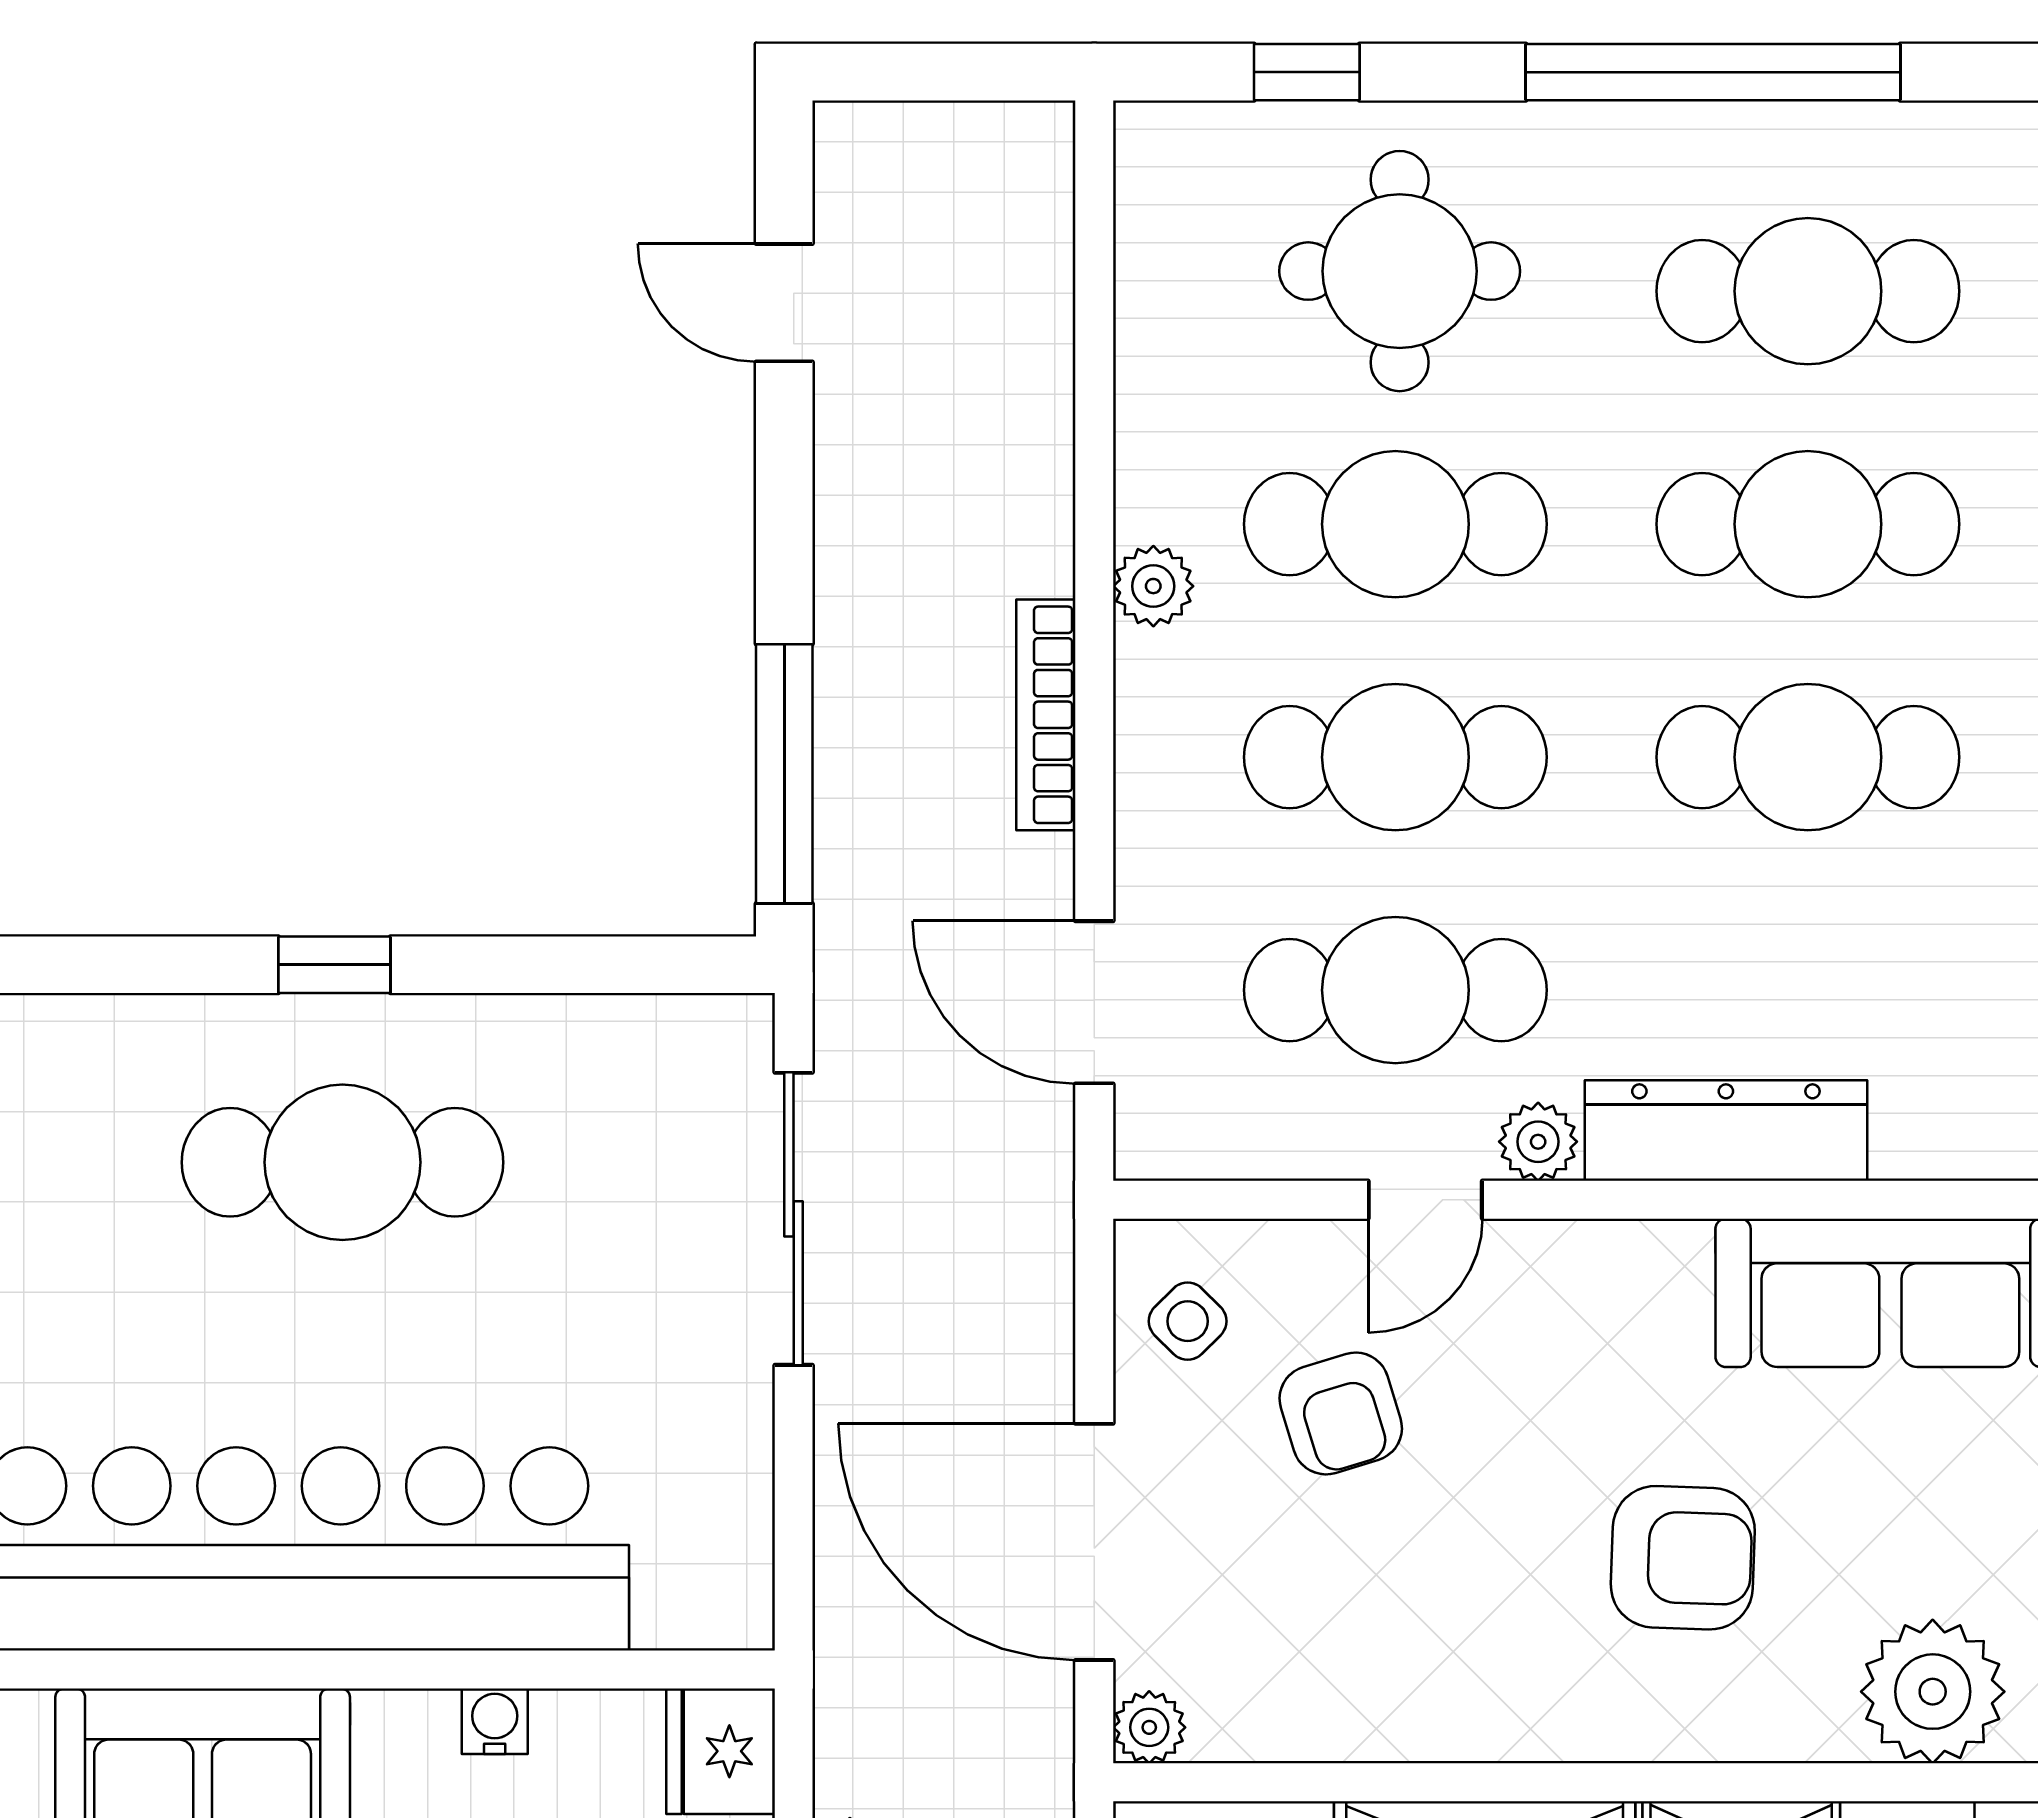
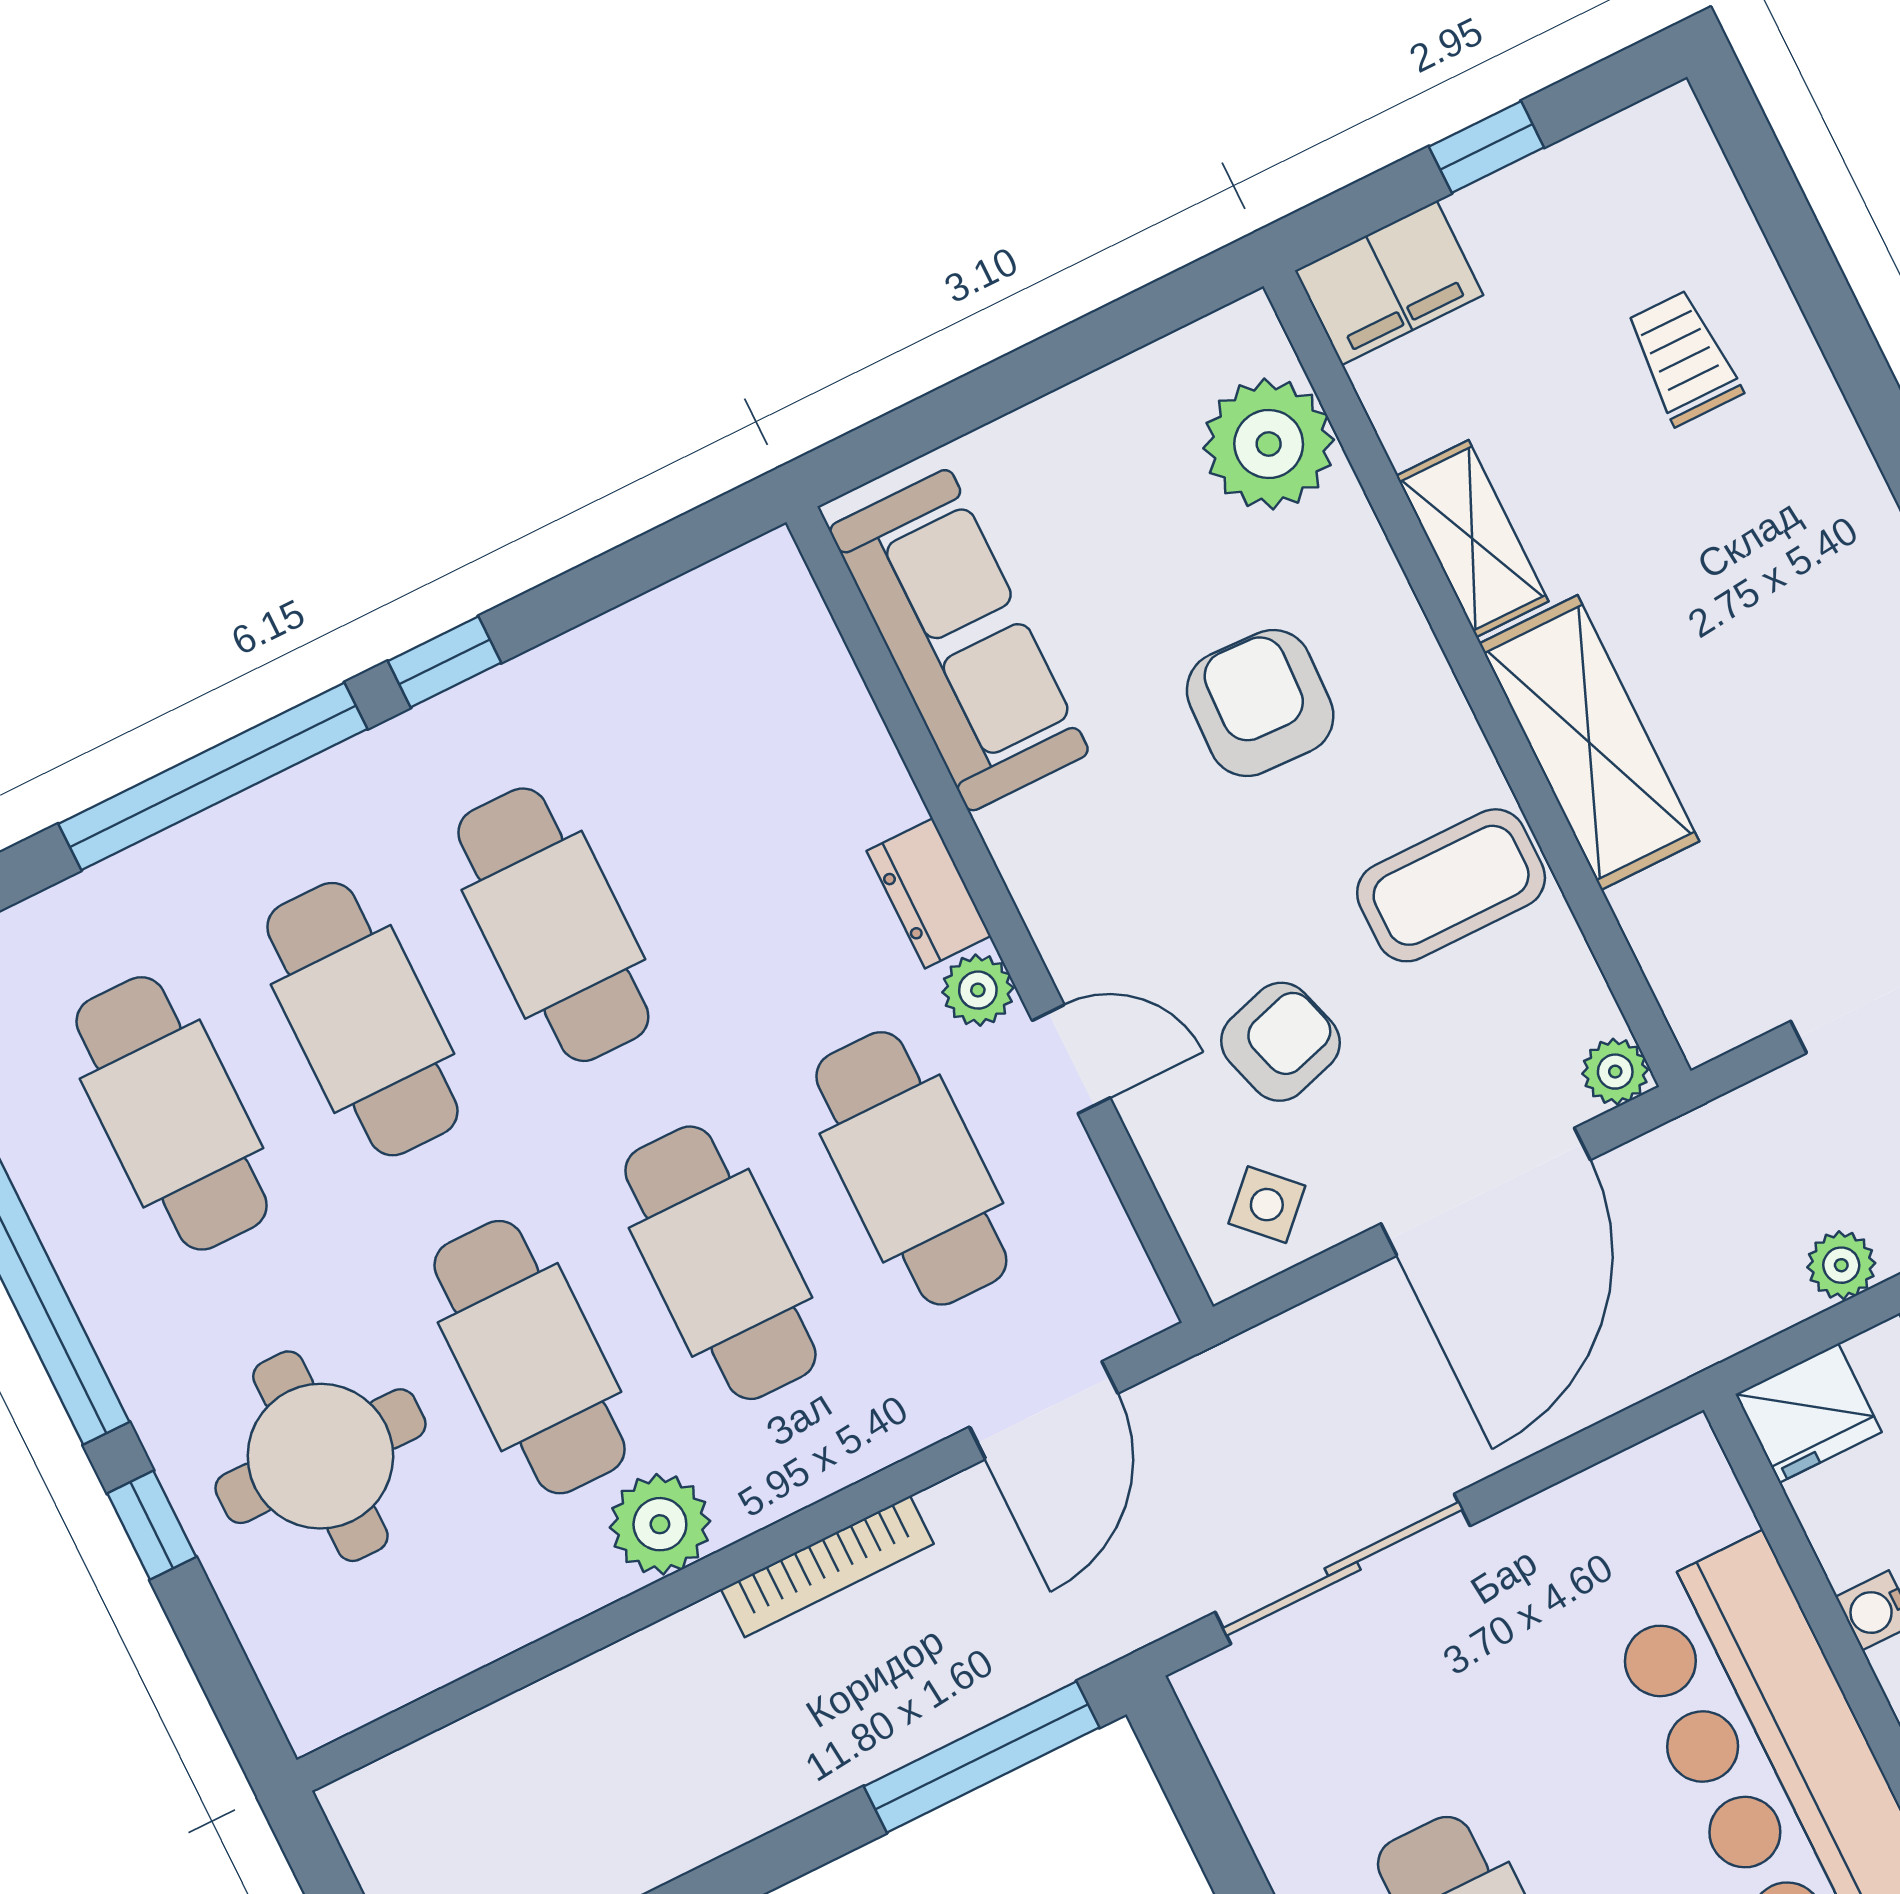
window: (1307, 72) -> (152, 1525), moved
plant: (1153, 586) -> (660, 1524), width x1.38, depth x1.38
dresser: (1726, 1131) -> (929, 893), width x0.51, depth x0.80
coffee table: (1411, 1657) -> (1451, 885), added

